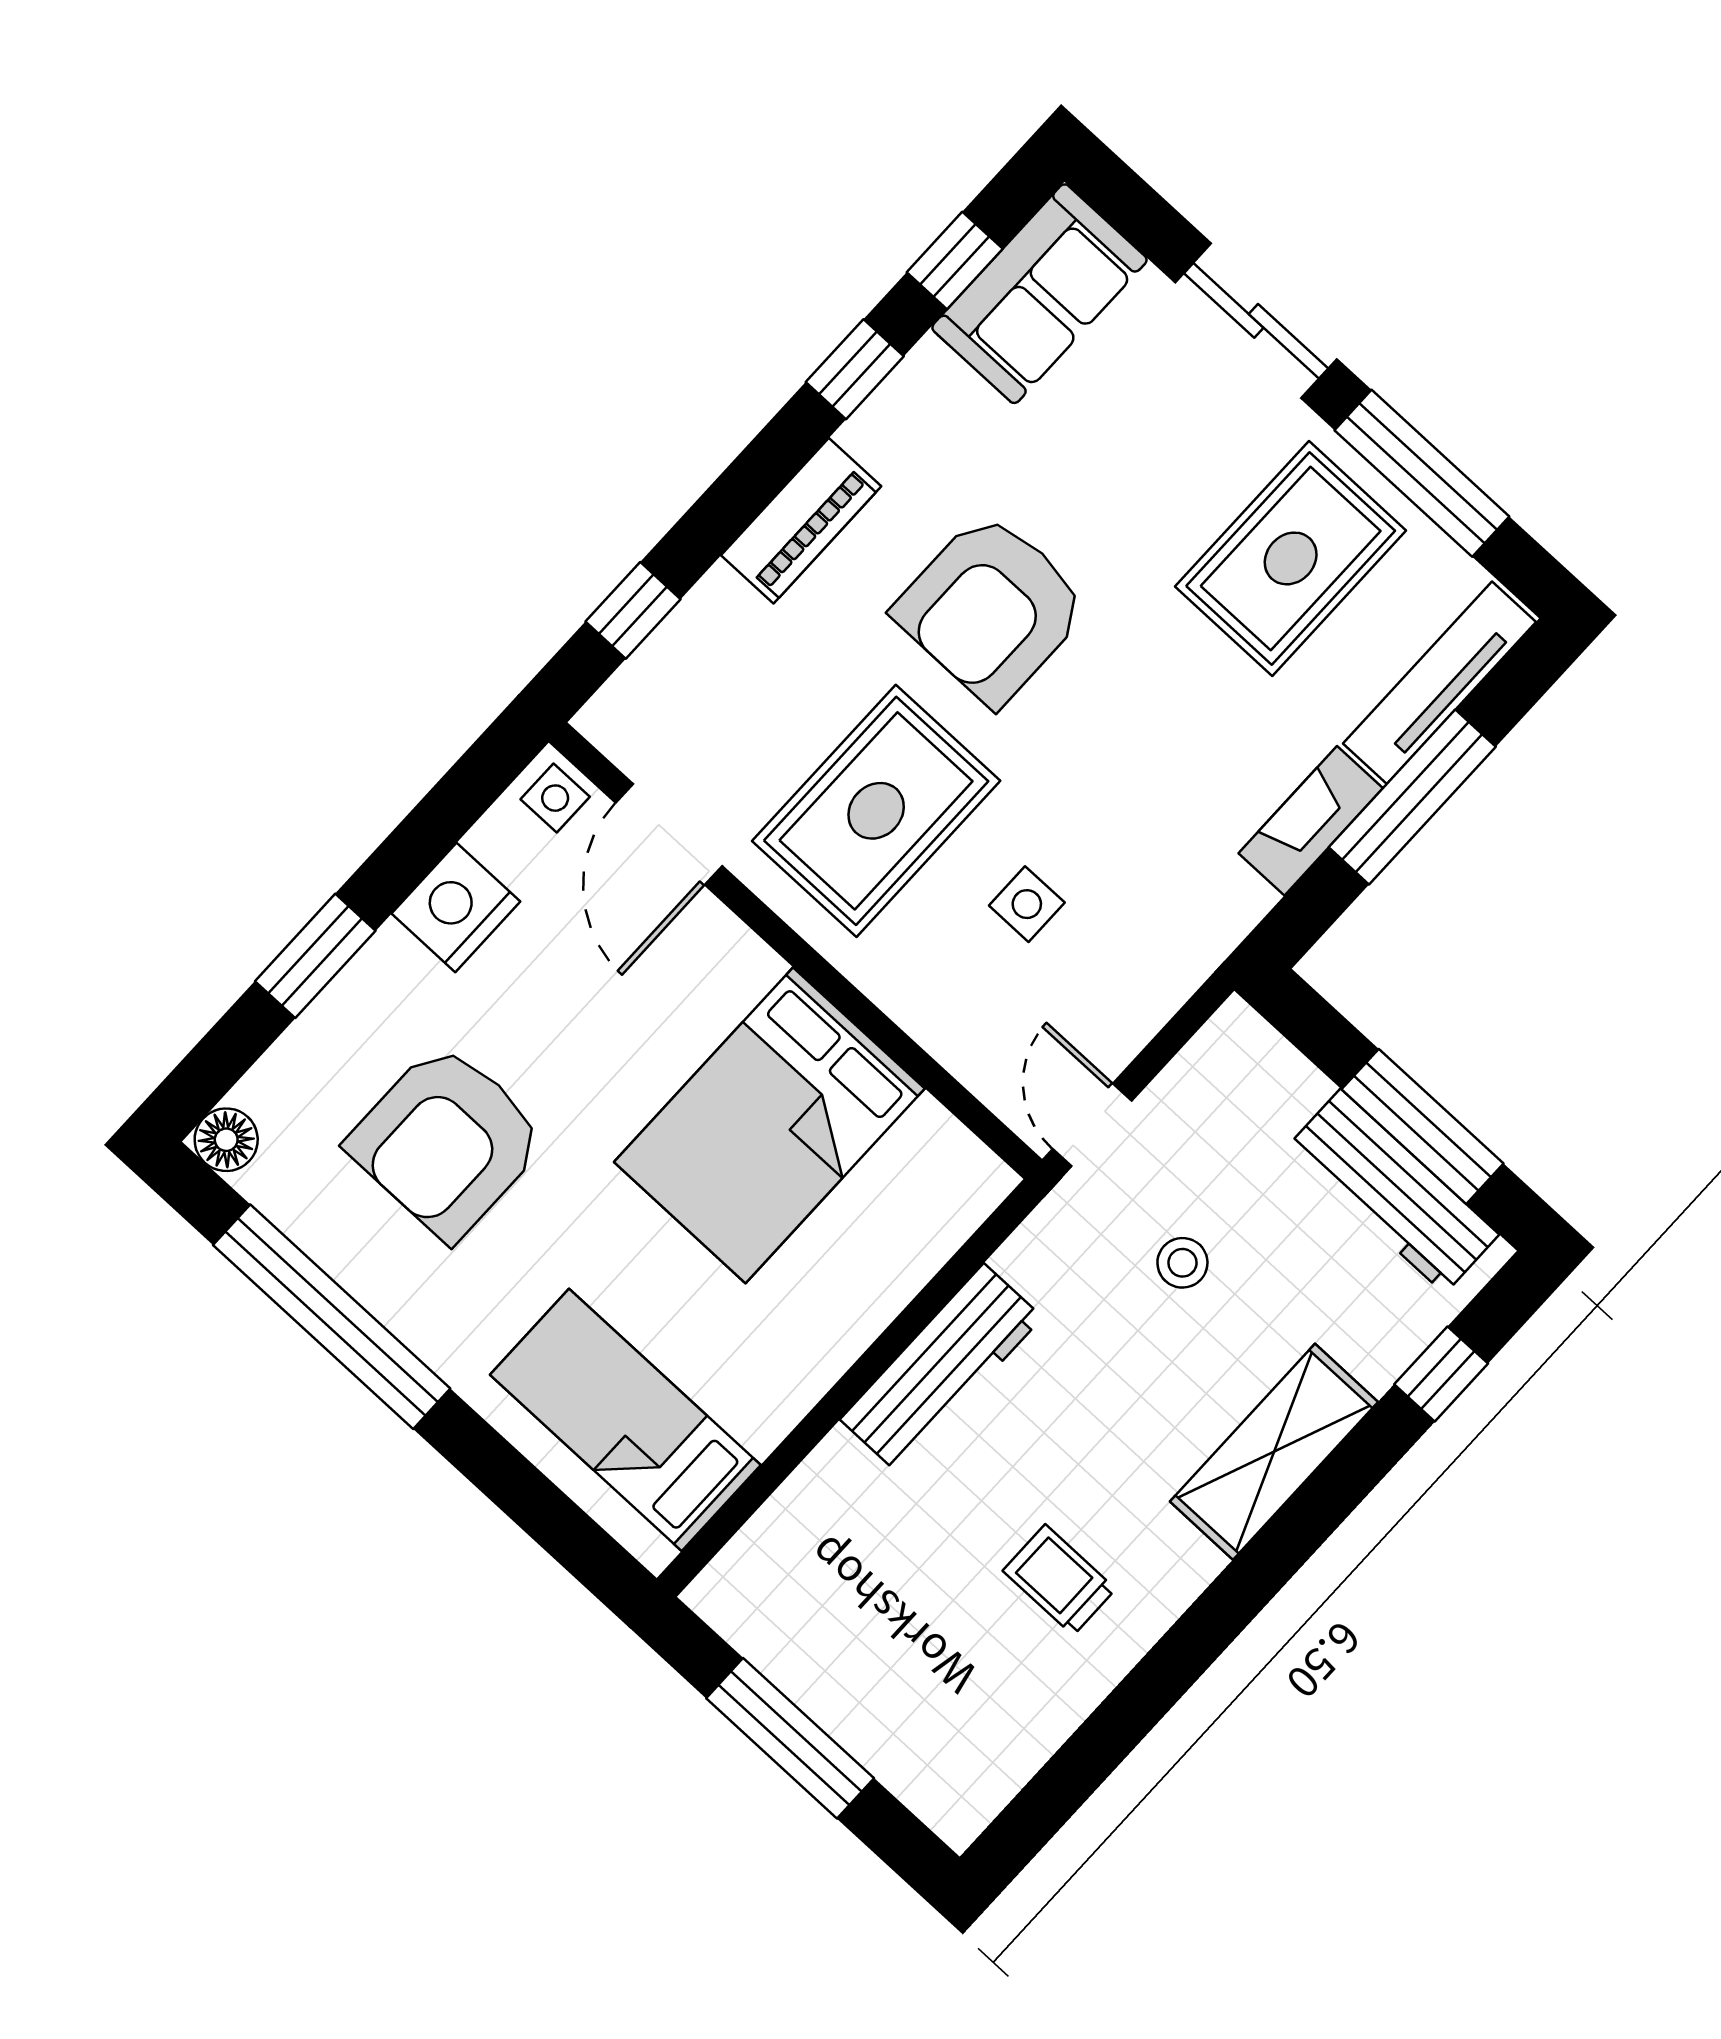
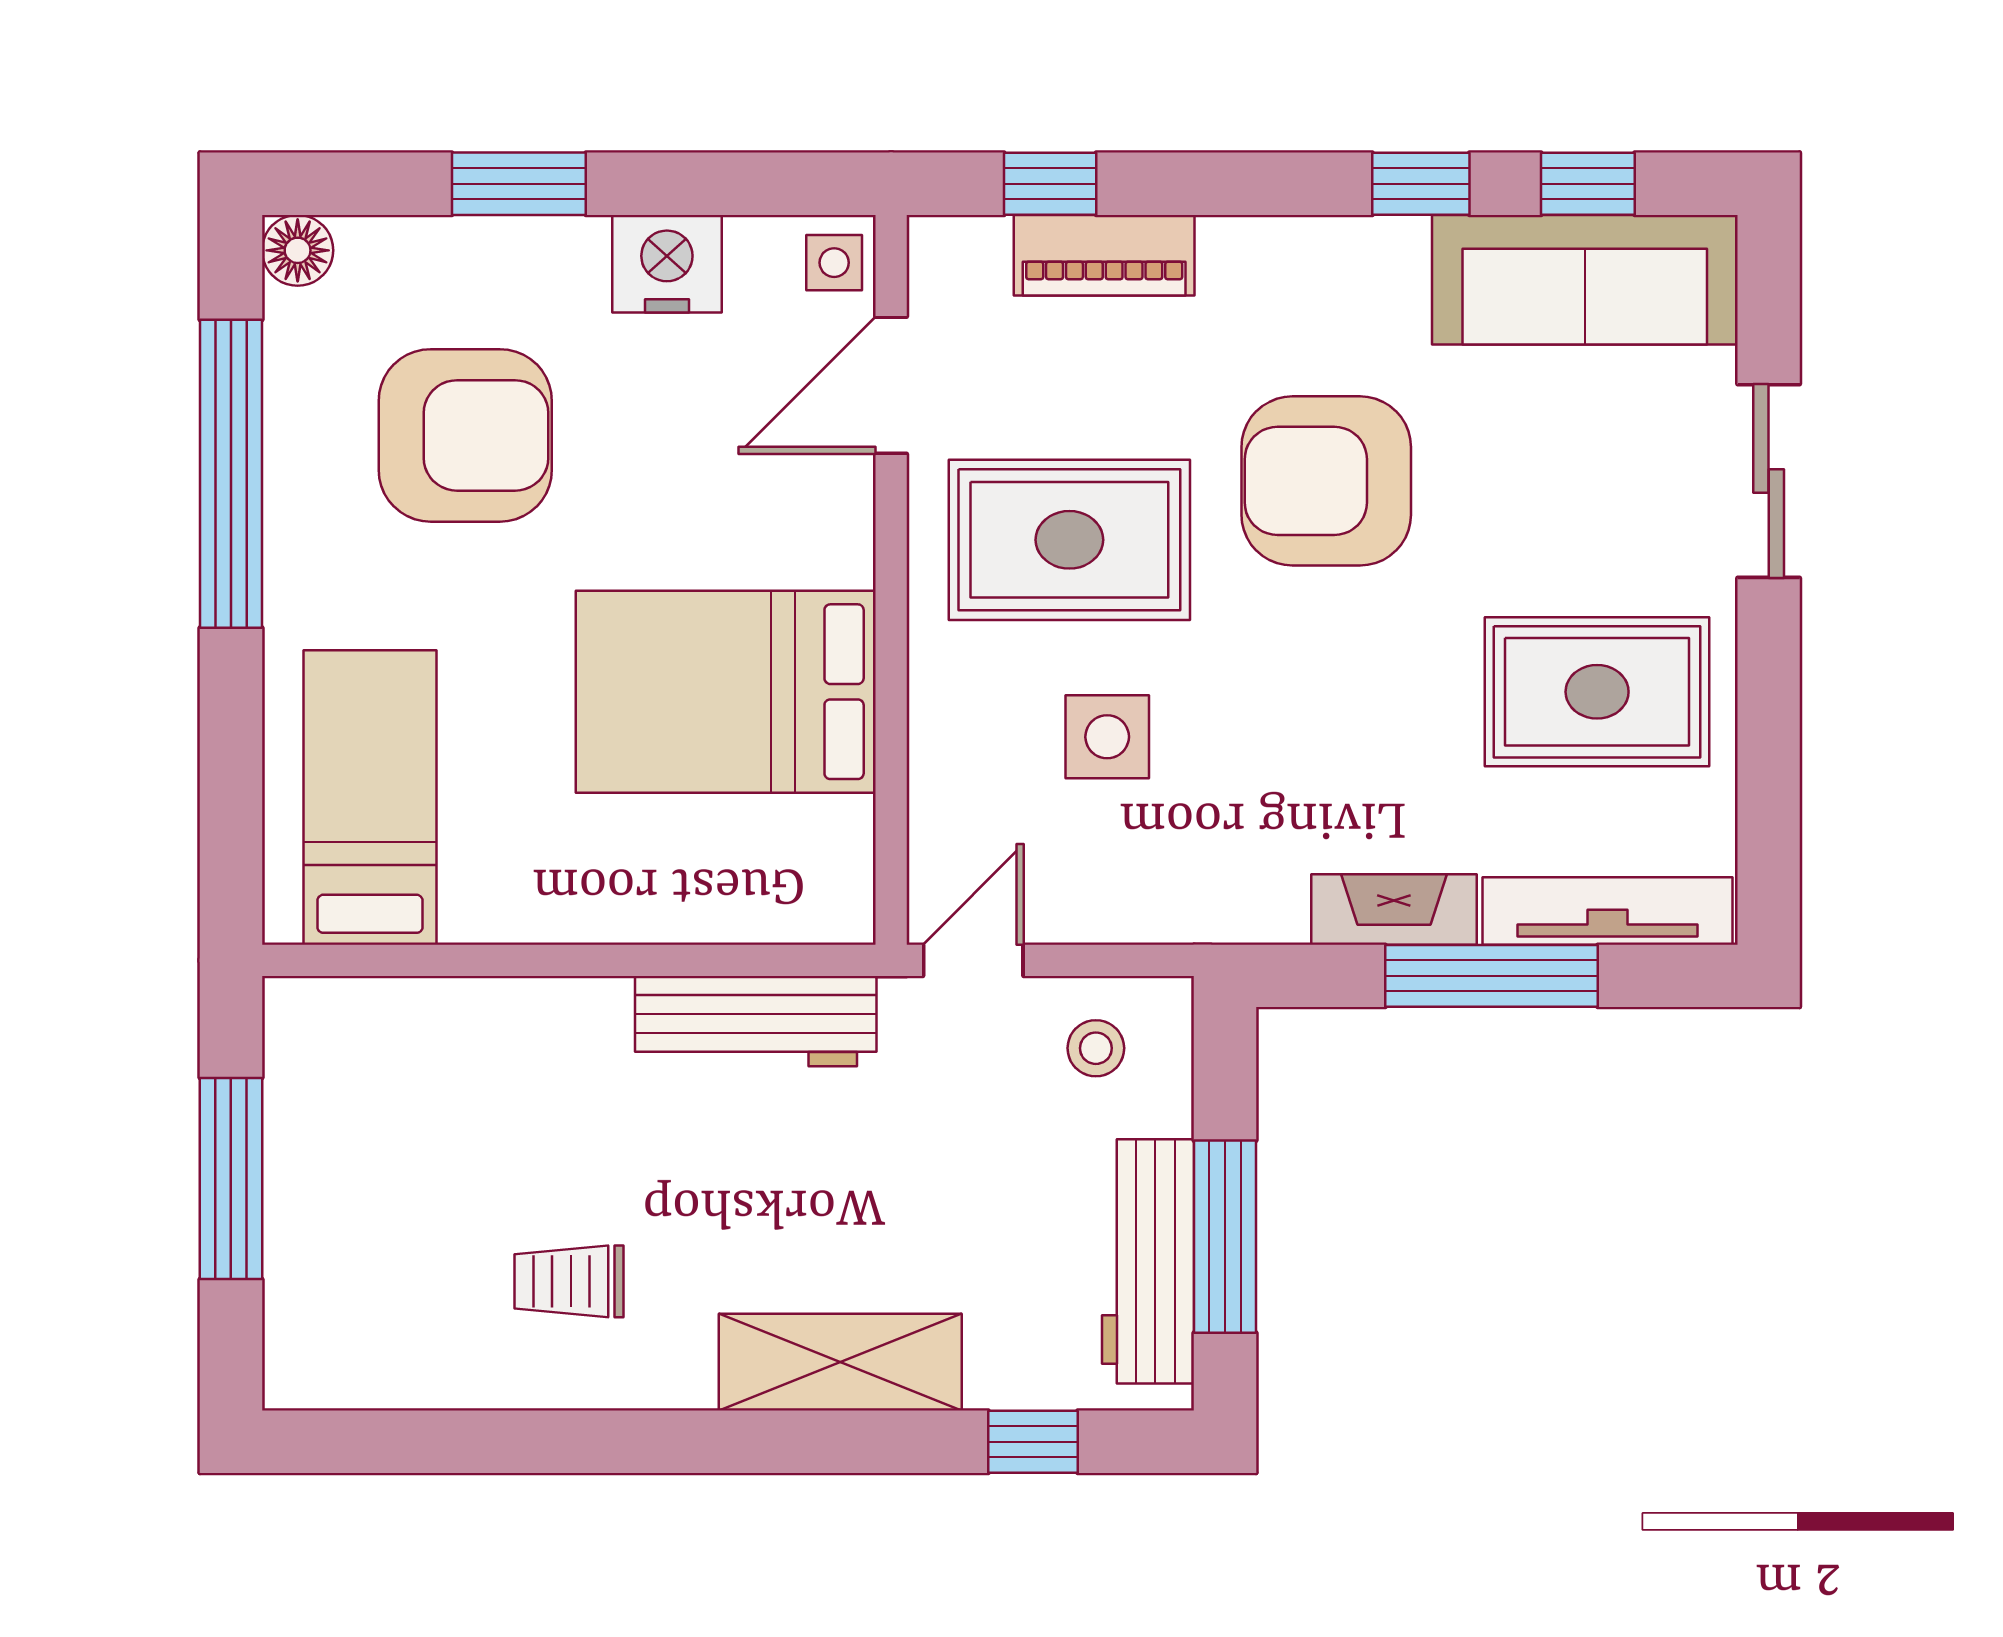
sofa: (1039, 294) -> (1585, 280), width x1.36
window: (1422, 473) -> (1769, 736), removed
piano: (801, 521) -> (1104, 255), moved
side table: (1027, 904) -> (1107, 737), width x1.37, depth x1.37
armchair: (447, 1141) -> (465, 435), turned 180
stool: (1182, 1263) -> (1096, 1048), moved
workbench: (941, 1368) -> (756, 1021), moved
trolley: (1059, 1580) -> (569, 1281), turned -90

